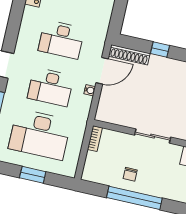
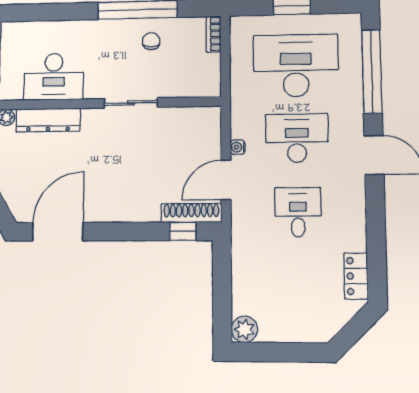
desk: (61, 40) -> (298, 212), width x0.73
window: (160, 49) -> (183, 231), moved
bookcase: (95, 139) -> (214, 34), moved

